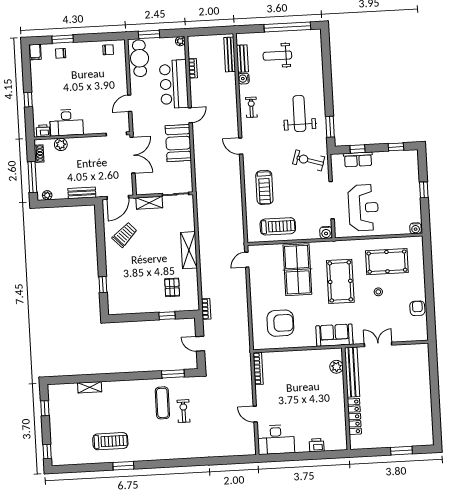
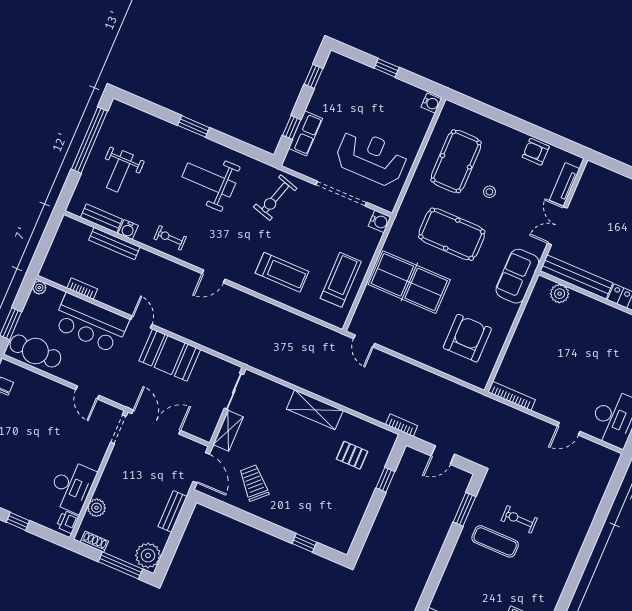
bench: (230, 54) -> (114, 244), moved
window: (330, 127) -> (194, 126), moved
plant: (47, 195) -> (148, 555), width x1.88, depth x1.88
tv unit: (406, 336) -> (565, 184), added

